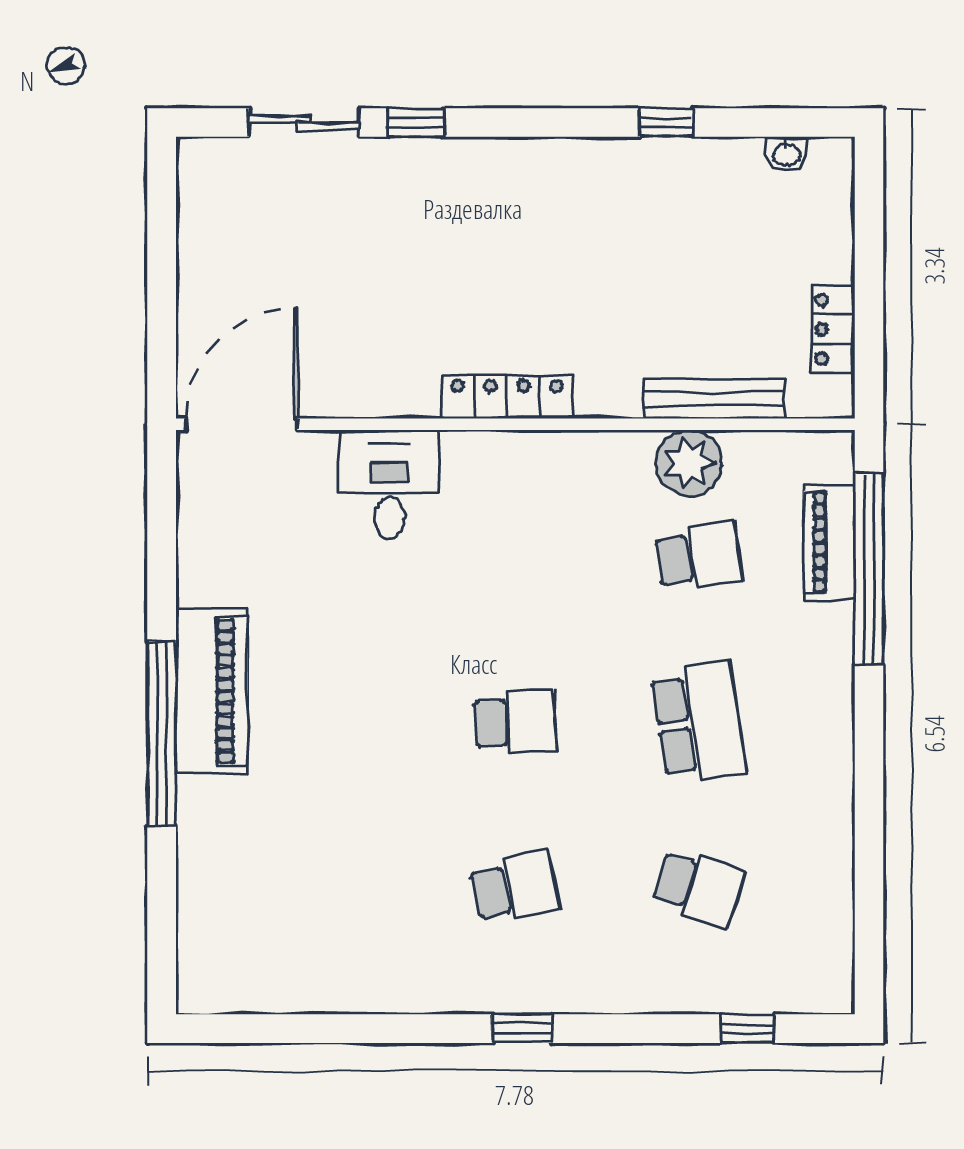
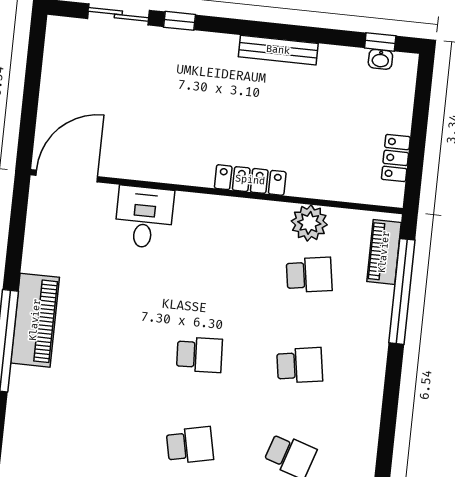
window: (666, 123) -> (380, 42), moved
locker: (507, 397) -> (250, 180), moved
bench: (714, 399) -> (278, 50), moved
piano: (829, 542) -> (384, 252), moved
school desk: (699, 722) -> (300, 365), width x0.54

